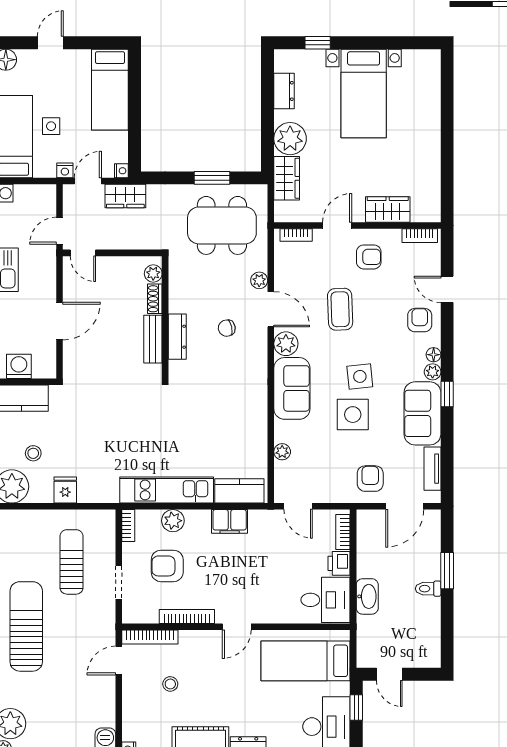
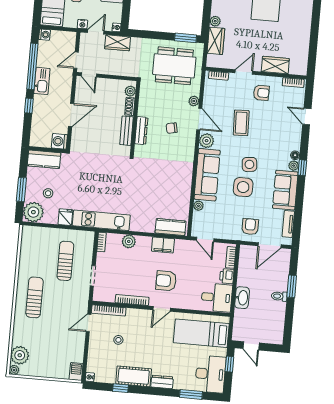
plant: (290, 139) -> (215, 21), width x0.53, depth x0.53
window: (212, 178) -> (186, 38), moved
armchair: (420, 320) -> (289, 134), removed
washing machine: (19, 366) -> (59, 141), moved, turned -90
sofa: (292, 388) -> (207, 175), width x1.36
window: (447, 394) -> (302, 168), moved
kitchen unit: (167, 490) -> (101, 220), moved
armchair: (167, 566) -> (166, 281), moved
sun lounger: (26, 626) -> (35, 297), width x0.73, depth x0.75

